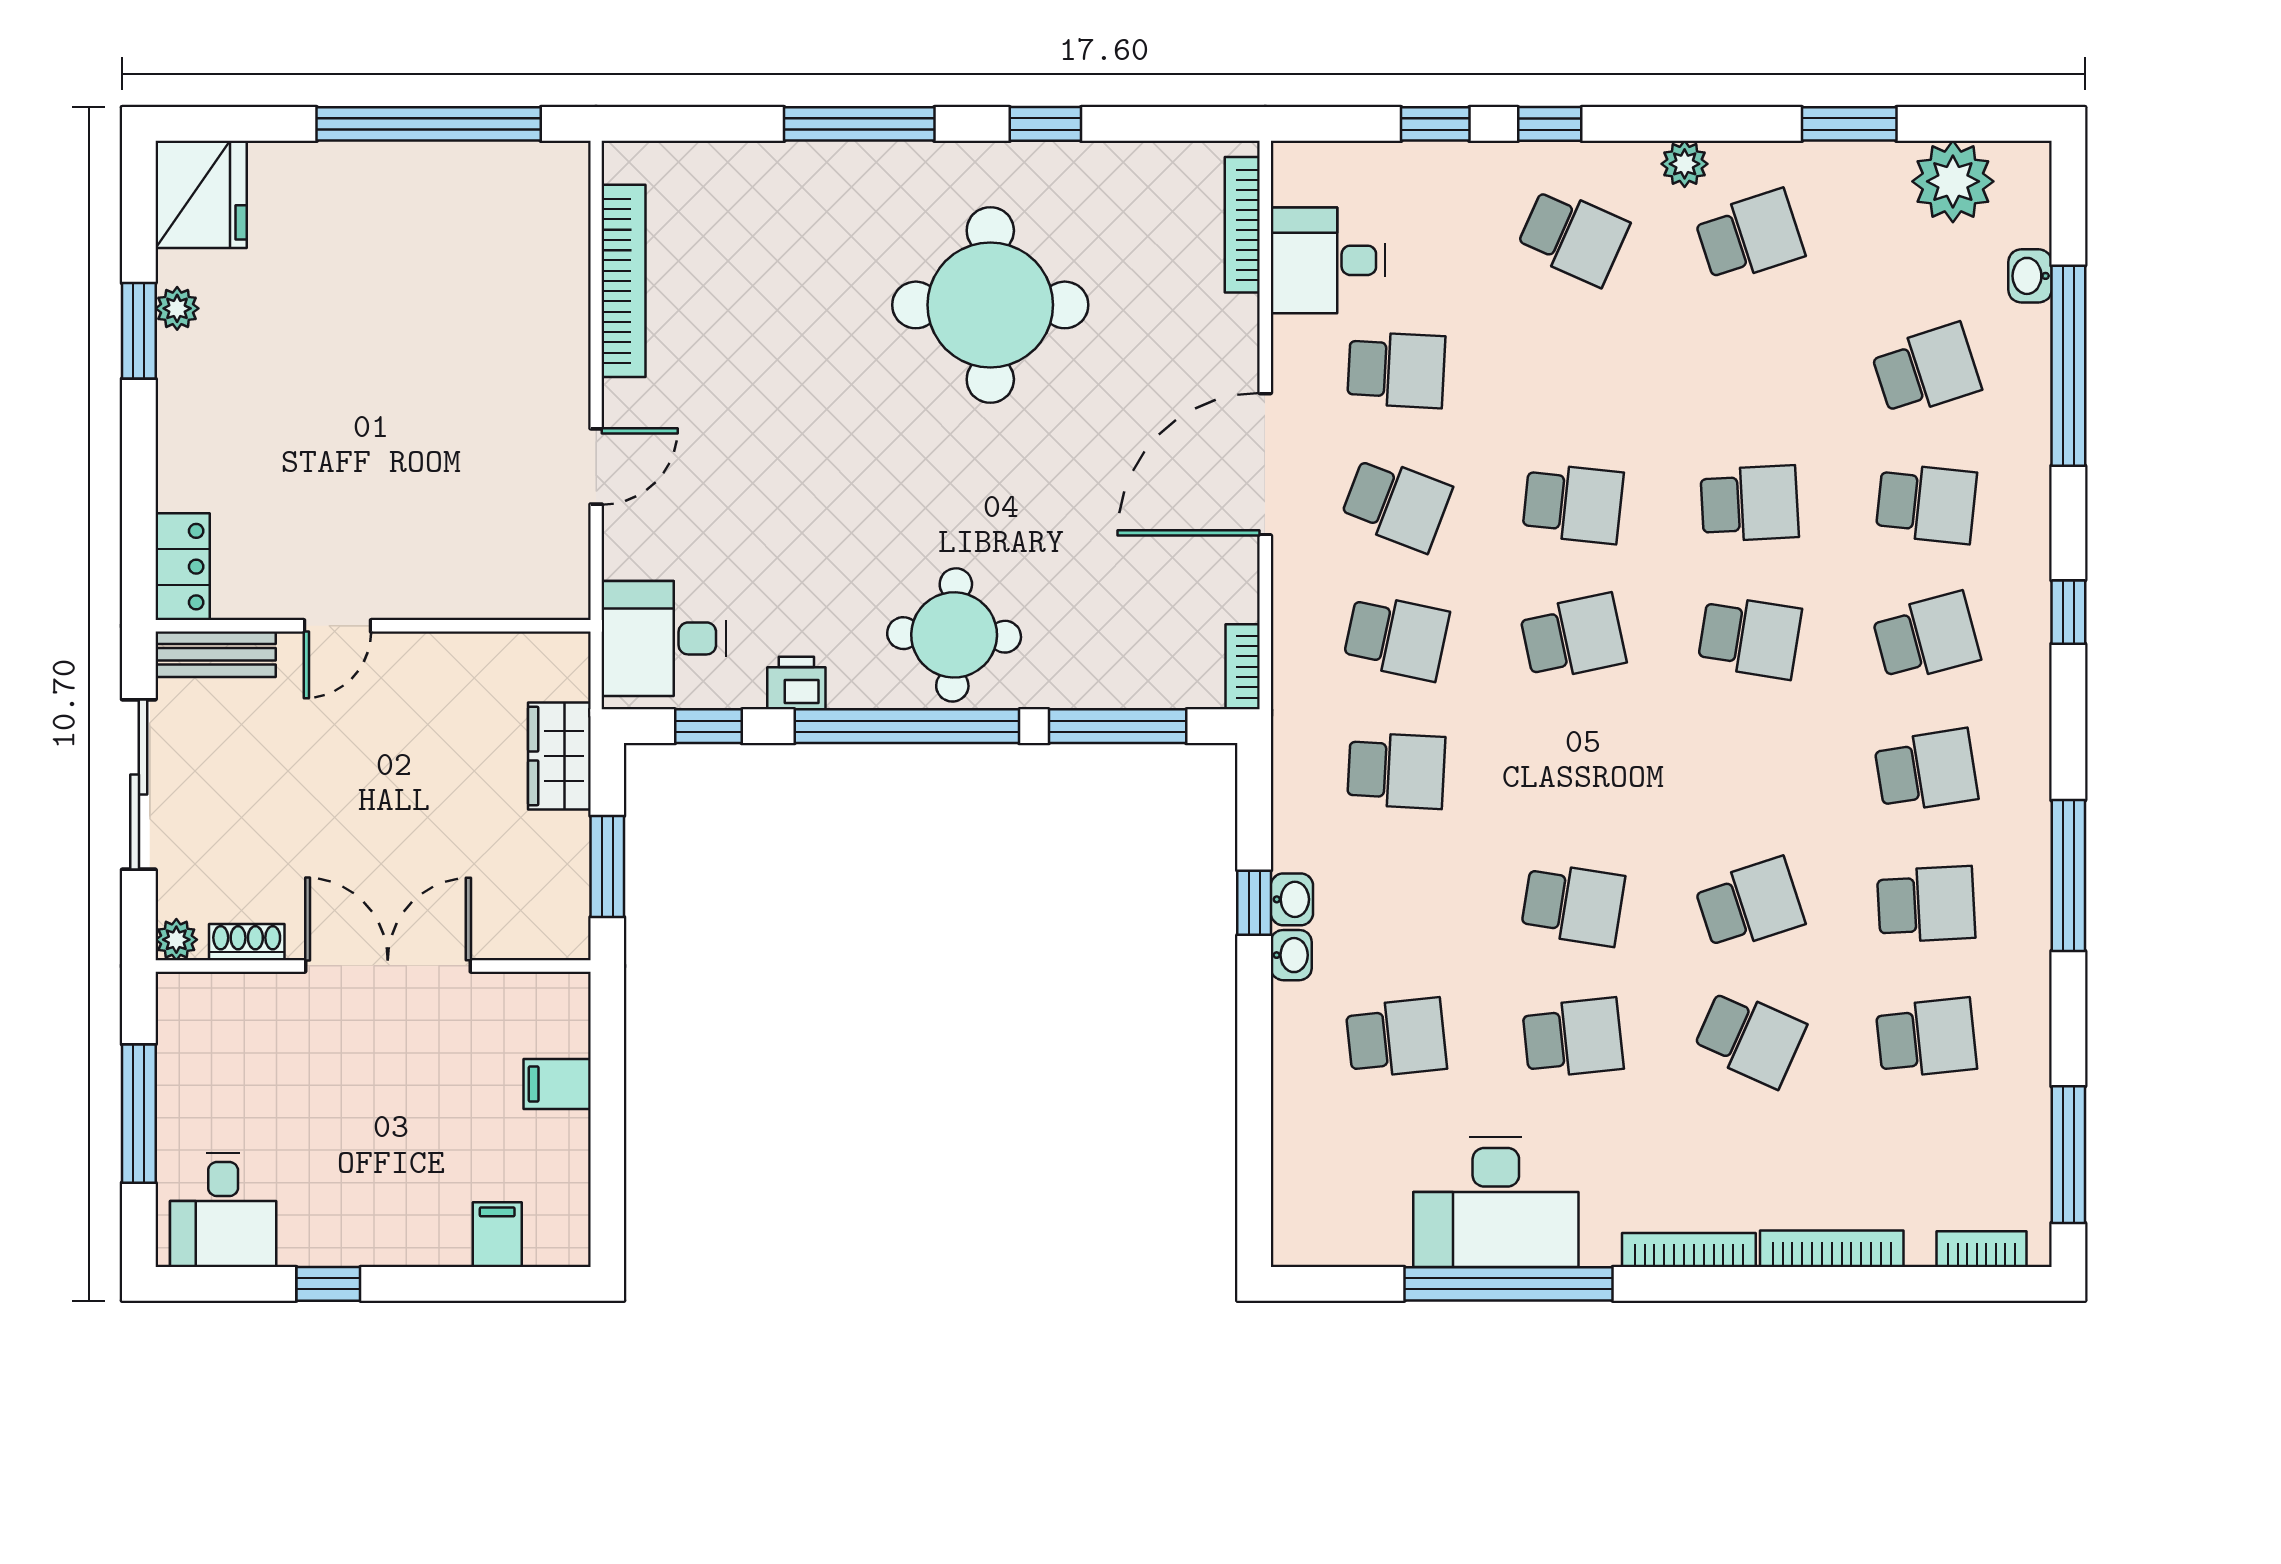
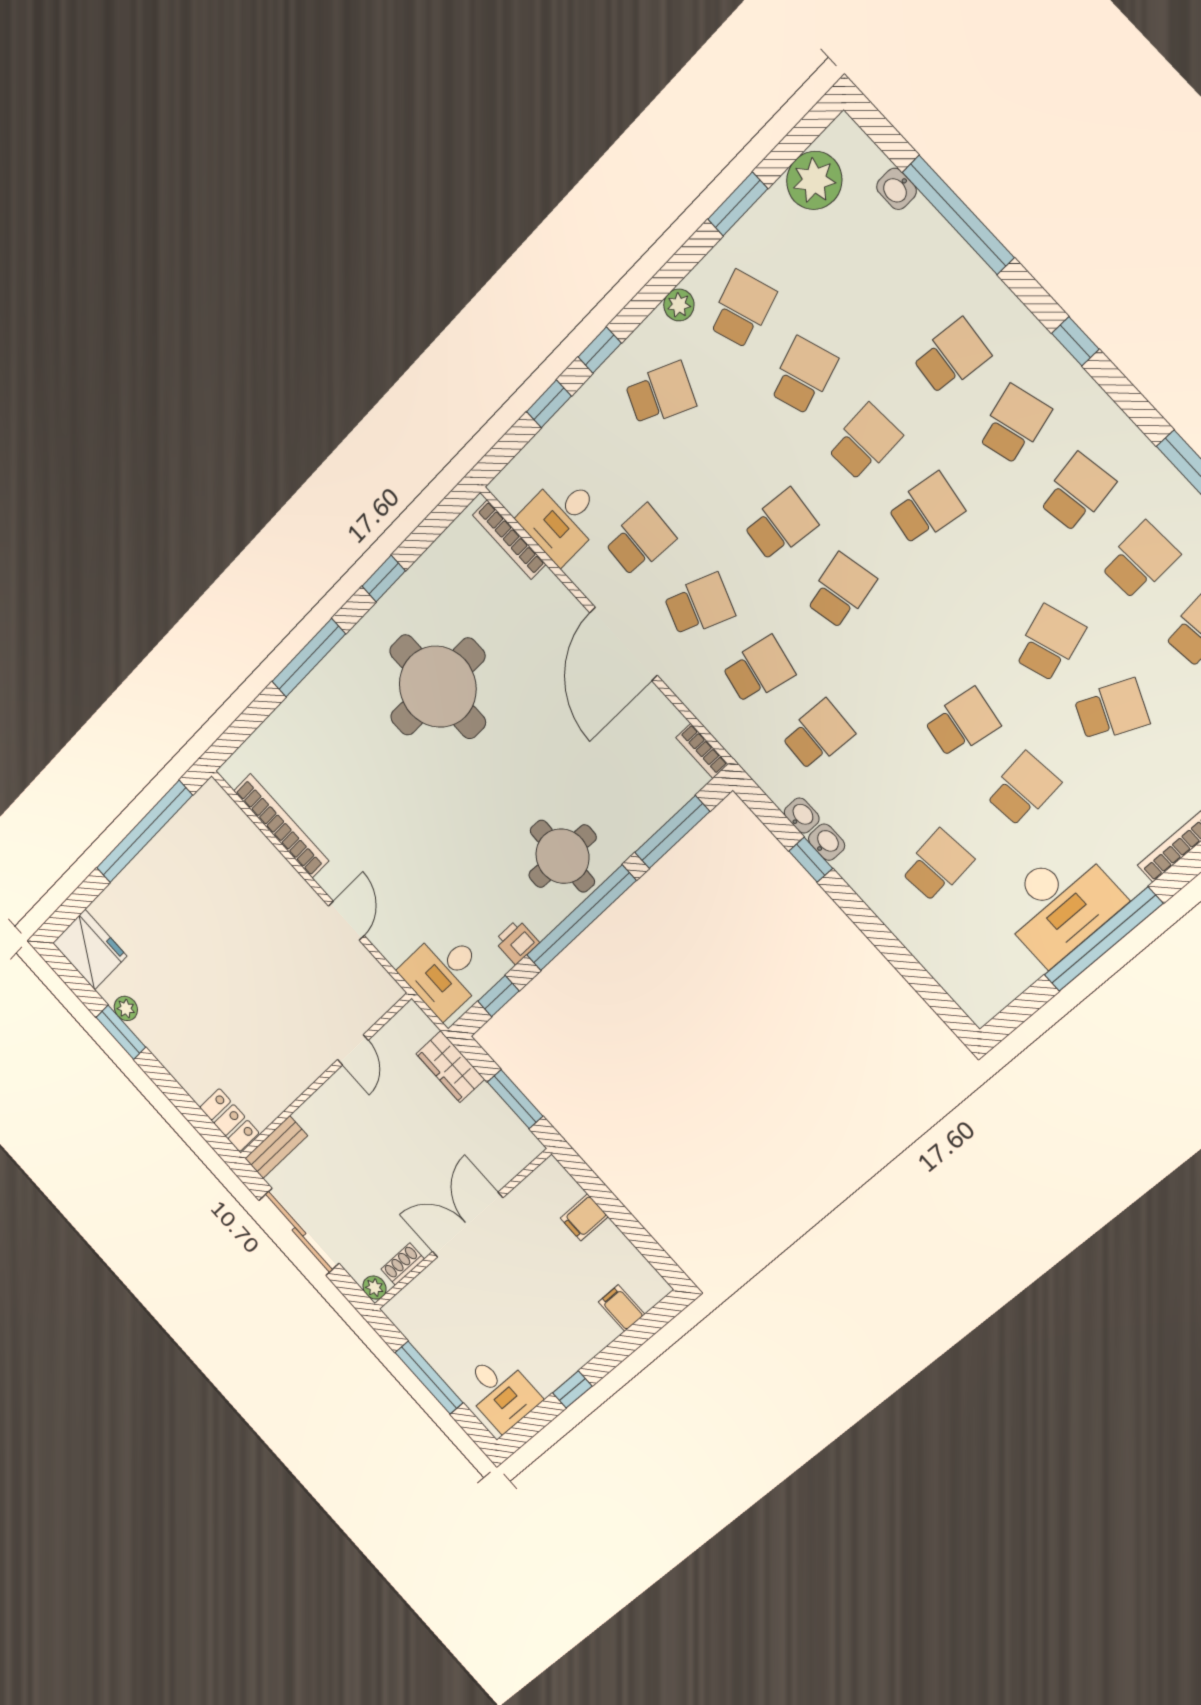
school desk: (1926, 370) -> (803, 376), moved
door: (337, 626) -> (353, 1050), moved
washbasin: (1291, 955) -> (802, 815), moved

